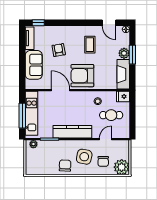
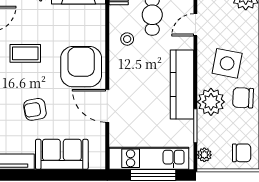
armchair: (82, 76) -> (81, 67), turned 180
door: (61, 90) -> (107, 106), hinge flipped
door: (106, 139) -> (195, 25), hinge flipped
plant: (63, 148) -> (211, 102), added
chair: (103, 161) -> (242, 153), moved

